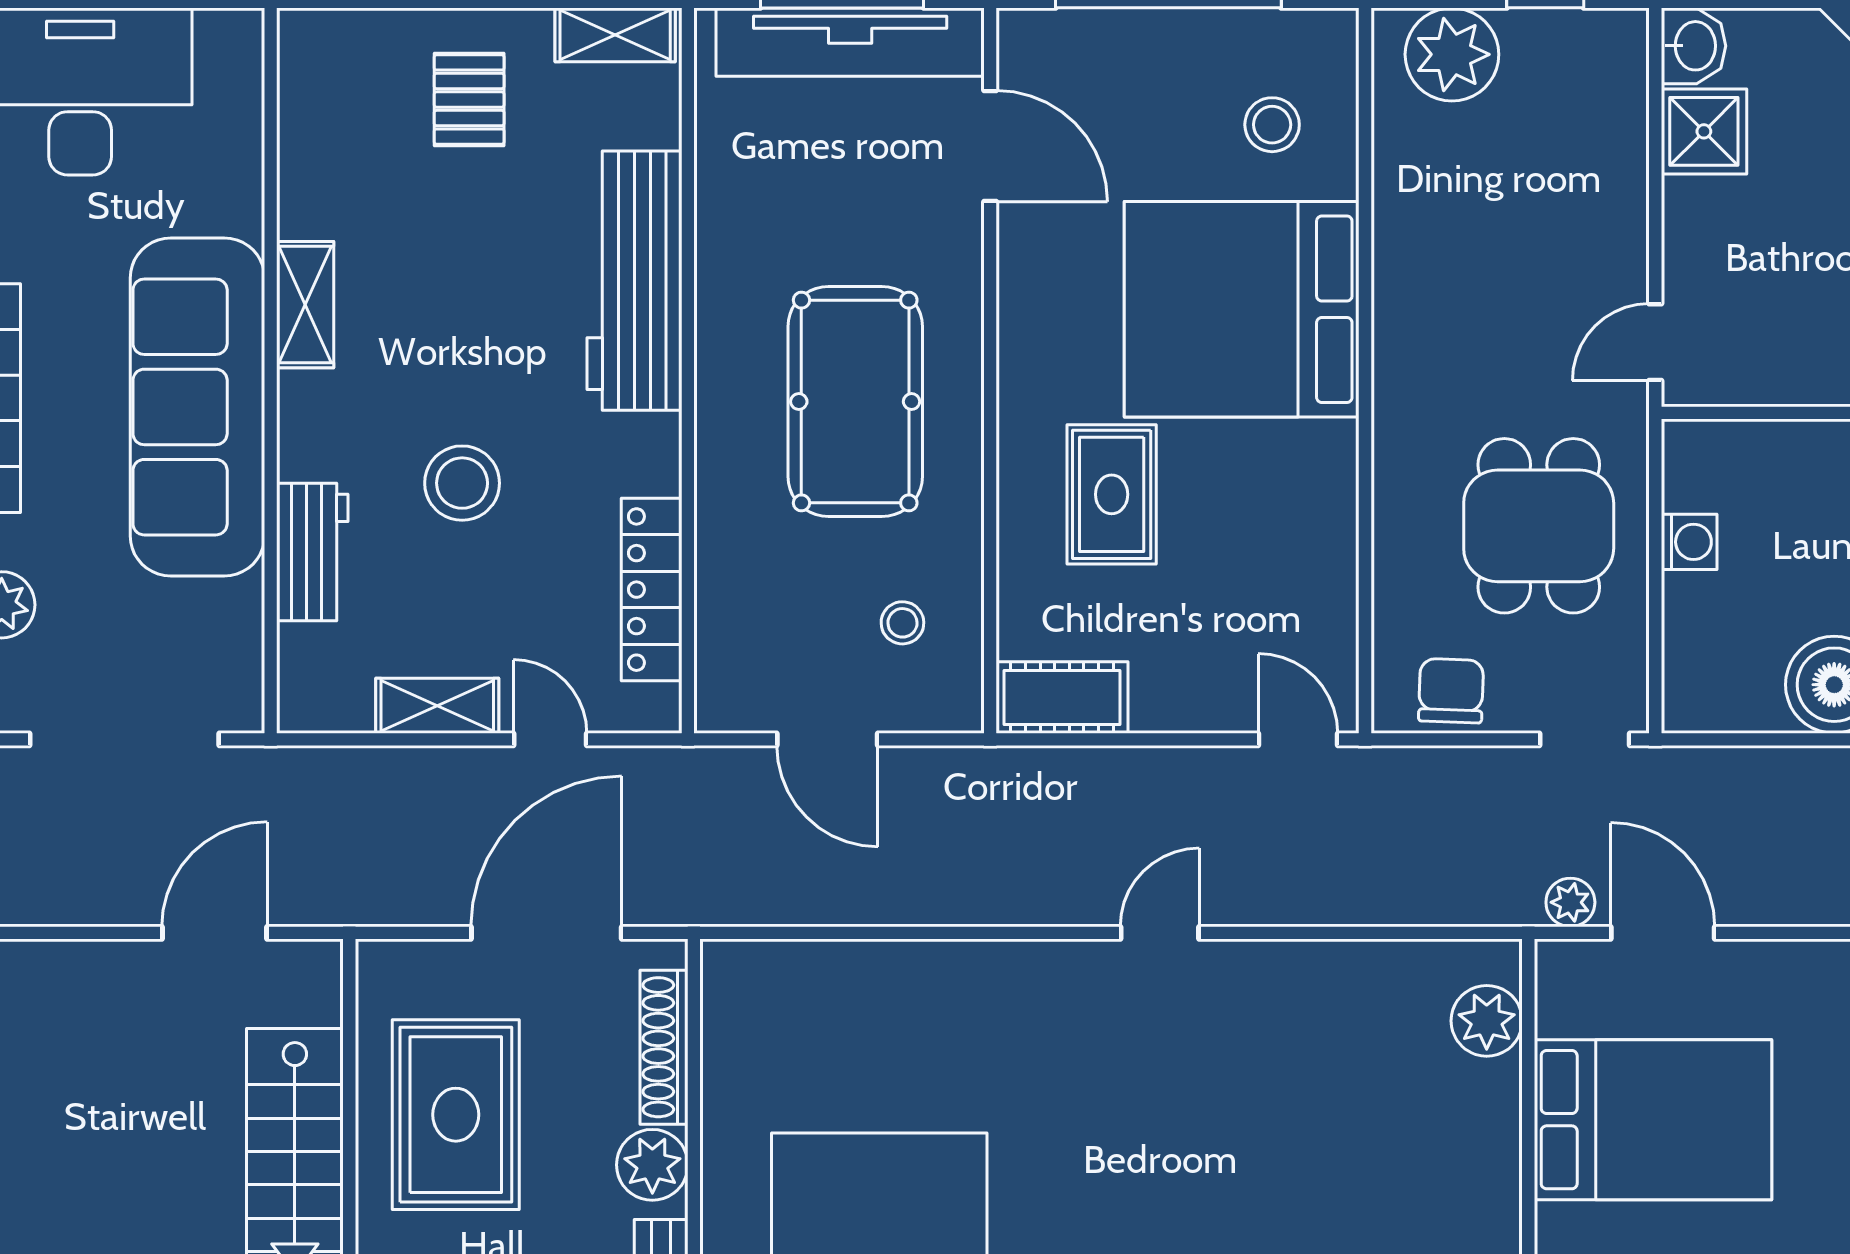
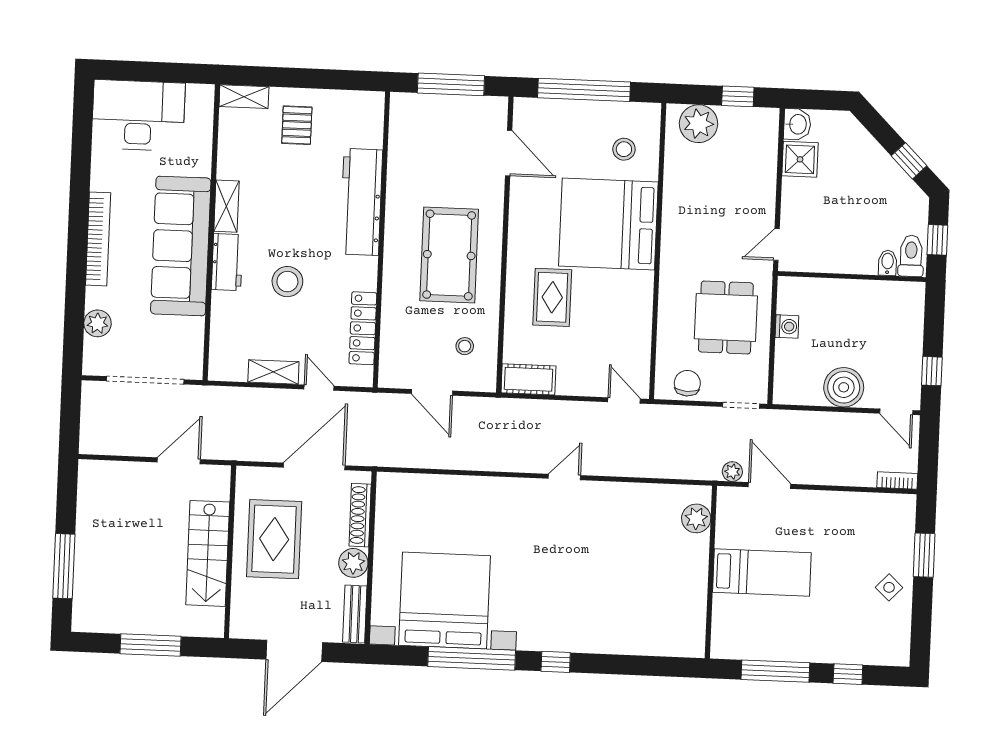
shelving: (615, 35) -> (244, 97), moved
tv unit: (850, 42) -> (453, 108), removed
workbench: (312, 552) -> (227, 262), moved
bed: (1653, 1120) -> (762, 572), width x0.67

